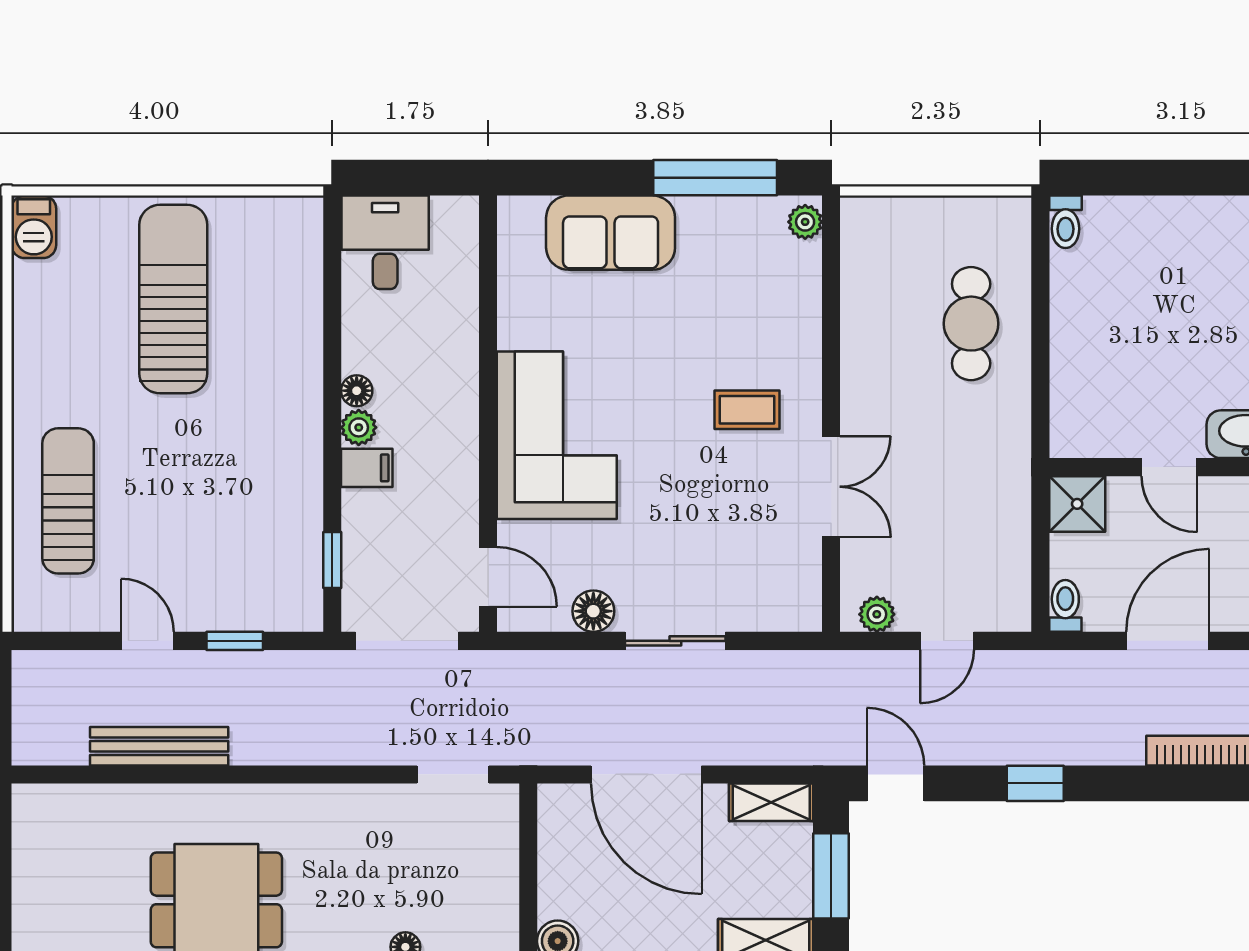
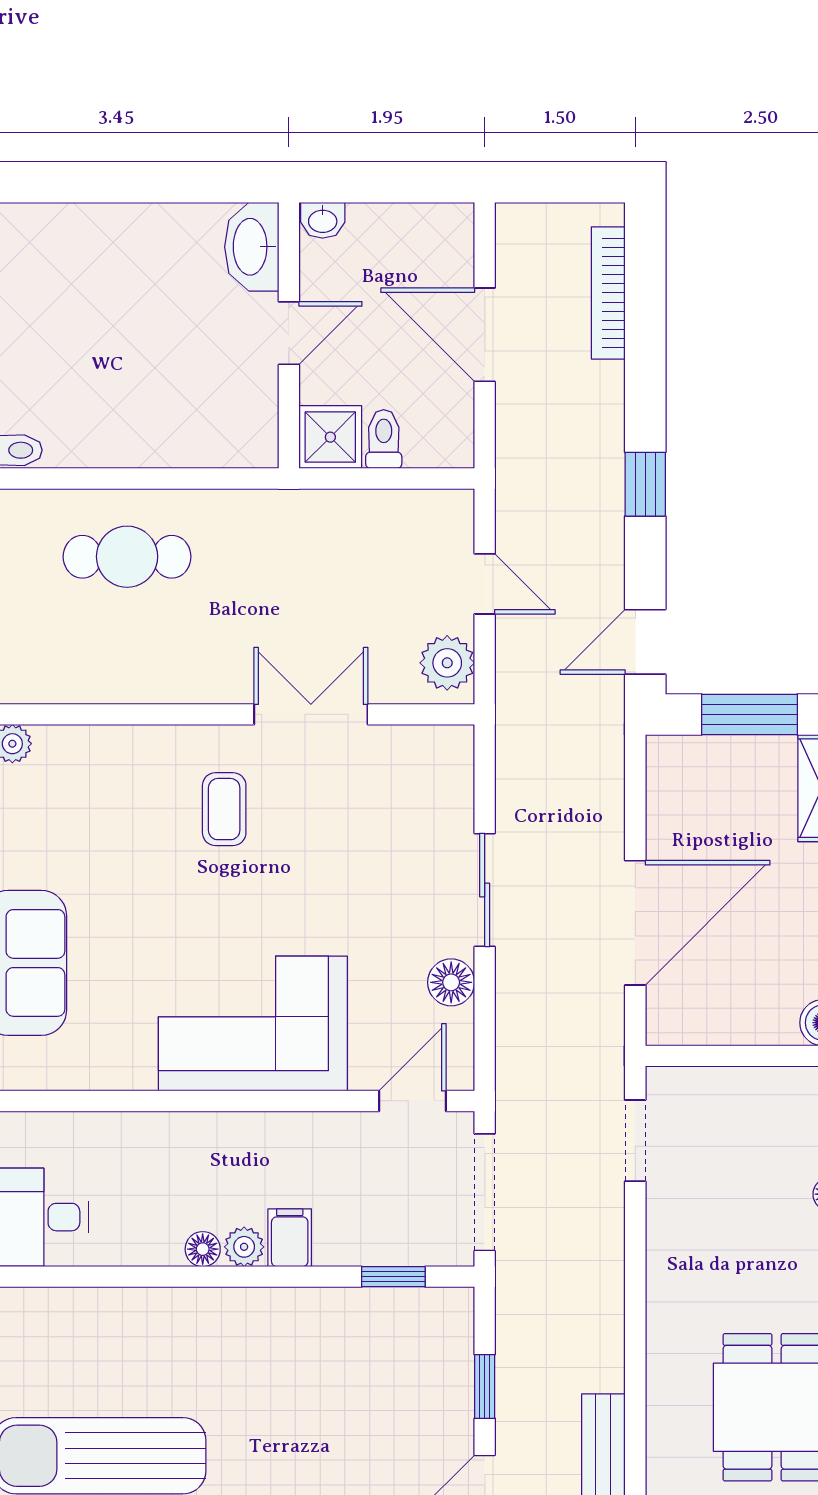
toilet: (1065, 606) -> (384, 439), moved, turned 90
plant: (877, 614) -> (447, 663), width x1.38, depth x1.38
shelving: (771, 802) -> (667, 782), removed

